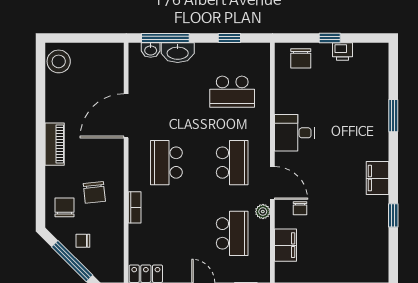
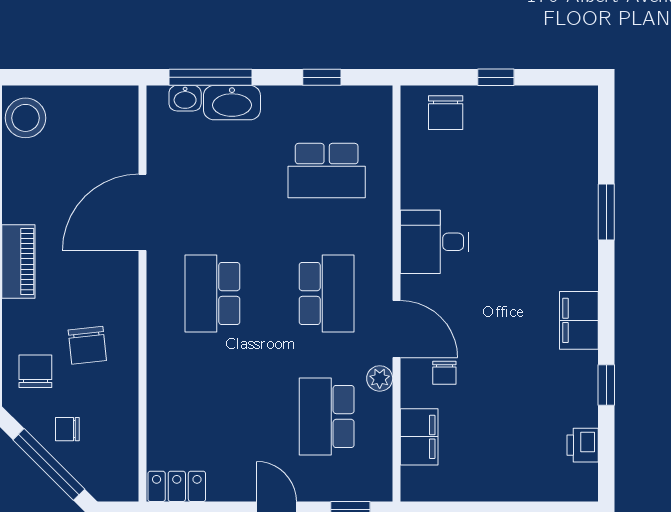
printer: (343, 52) -> (583, 445), moved, turned 90
bookcase: (135, 207) -> (157, 371), removed
school desk: (232, 233) -> (327, 416), turned 180

